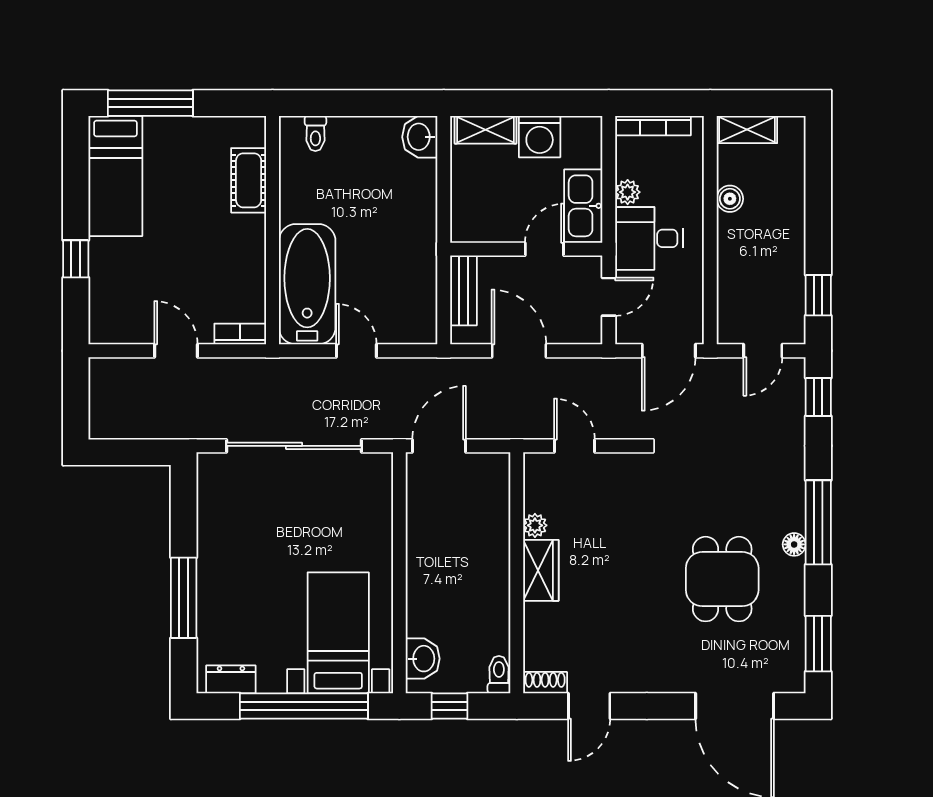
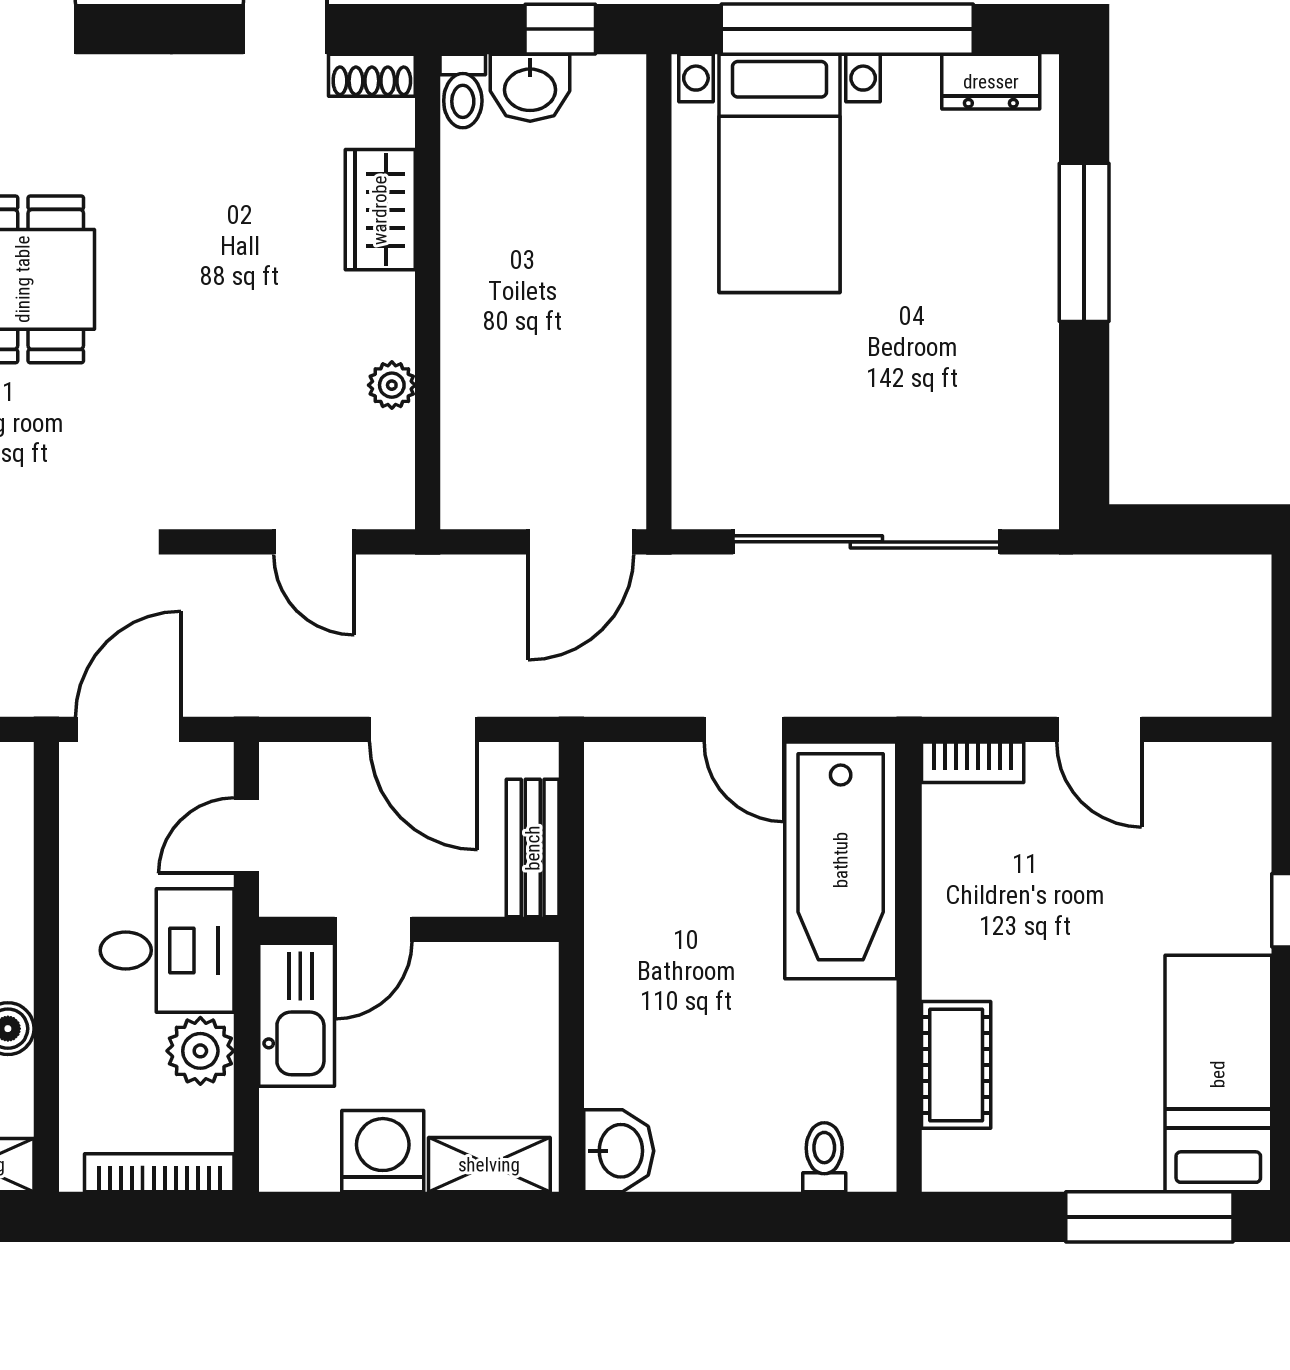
plant: (628, 192) -> (200, 1051), width x1.38, depth x1.38
wardrobe: (541, 570) -> (380, 210), moved
washbasin: (423, 659) -> (530, 88), moved, turned -90

